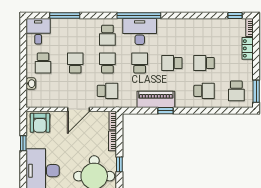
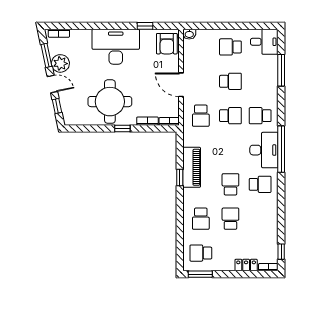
school desk: (140, 63) -> (260, 184), moved
washbasin: (31, 84) -> (189, 34), moved
armchair: (40, 123) -> (167, 44), turned -90

